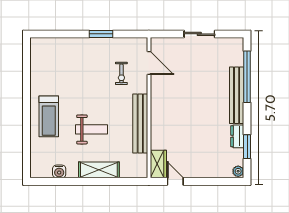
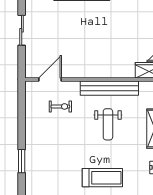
window: (101, 34) -> (22, 161), moved
weight bench: (92, 129) -> (108, 124), moved, turned 180

